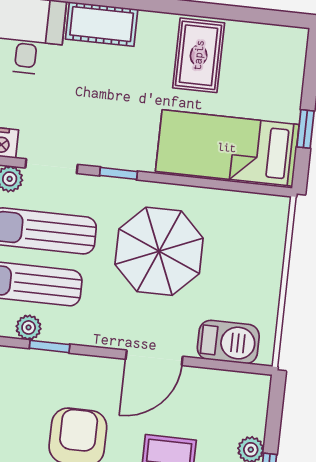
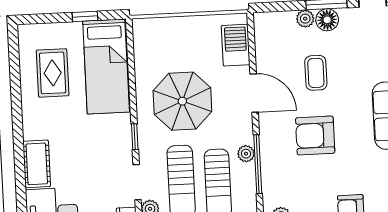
rug: (199, 55) -> (53, 73), moved, turned 90
plant: (29, 327) -> (246, 154), moved
window: (50, 346) -> (258, 164), width x2.17

